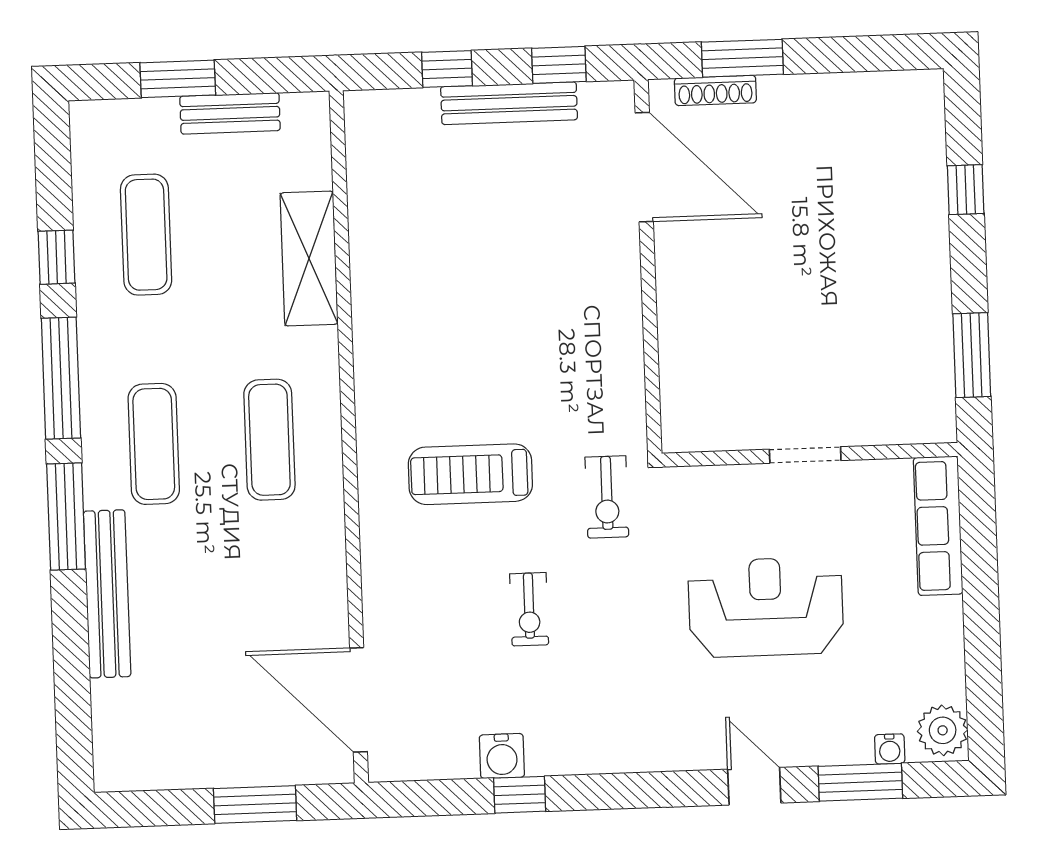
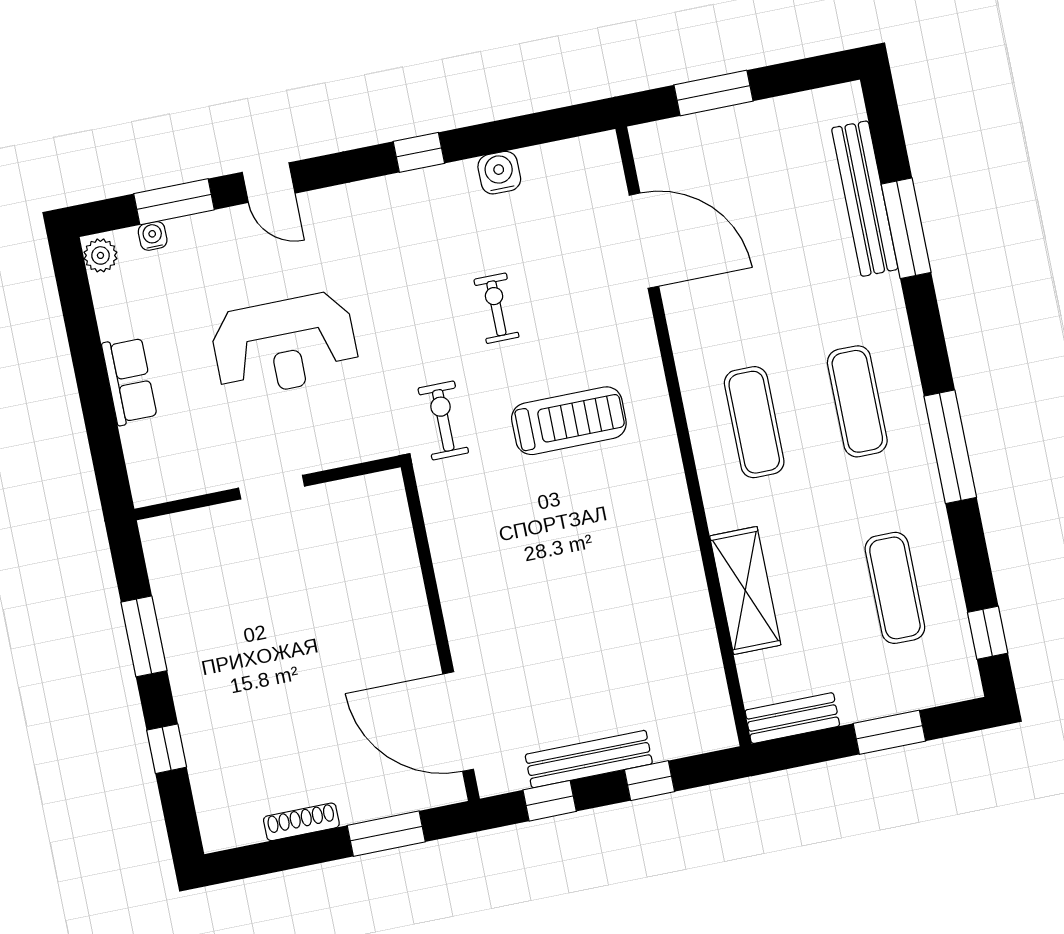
shoe rack: (715, 90) -> (301, 822), moved
bench: (230, 113) -> (792, 718), moved
window: (57, 257) -> (988, 633), moved
window: (972, 355) -> (144, 636), moved
window: (66, 516) -> (906, 228), moved
row of seats: (938, 526) -> (129, 381), moved, width x0.68
bench: (107, 594) -> (865, 199), moved
door: (358, 700) -> (644, 241), moved
plant: (943, 730) -> (100, 255), width x0.73, depth x0.73
window: (520, 795) -> (419, 152), moved

